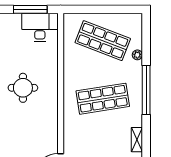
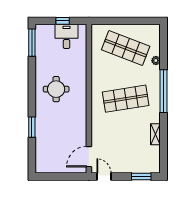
window: (30, 9) -> (63, 21), width x0.46
desk: (40, 27) -> (67, 36), width x0.73

